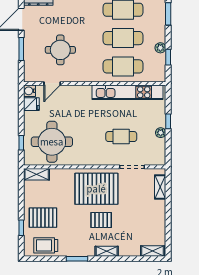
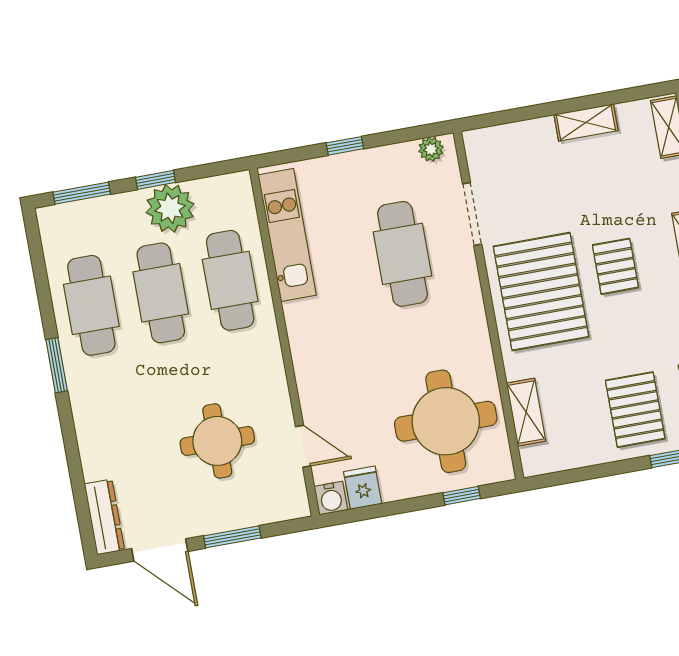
plant: (160, 48) -> (170, 208), width x1.87, depth x1.87
window: (168, 57) -> (155, 180), moved
kitchen unit: (127, 92) -> (287, 235), width x0.73
plant: (161, 133) -> (431, 149), moved
cafe table: (121, 137) -> (402, 254), width x1.37, depth x1.35
shelving: (37, 174) -> (526, 412), moved
shelving: (160, 187) -> (586, 122), moved

